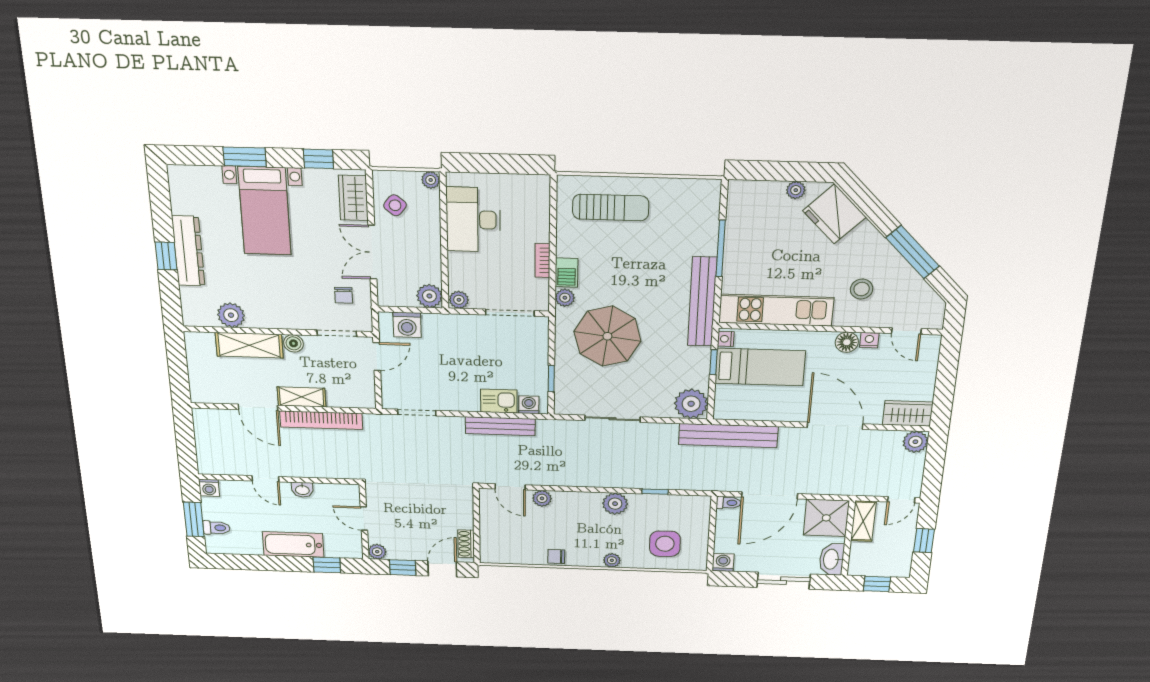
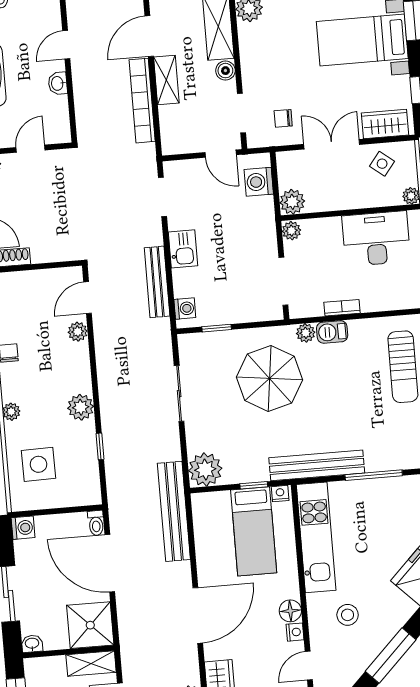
kitchen sink: (499, 401) -> (183, 249), moved
washbasin: (832, 559) -> (32, 644), width x0.52, depth x0.69

